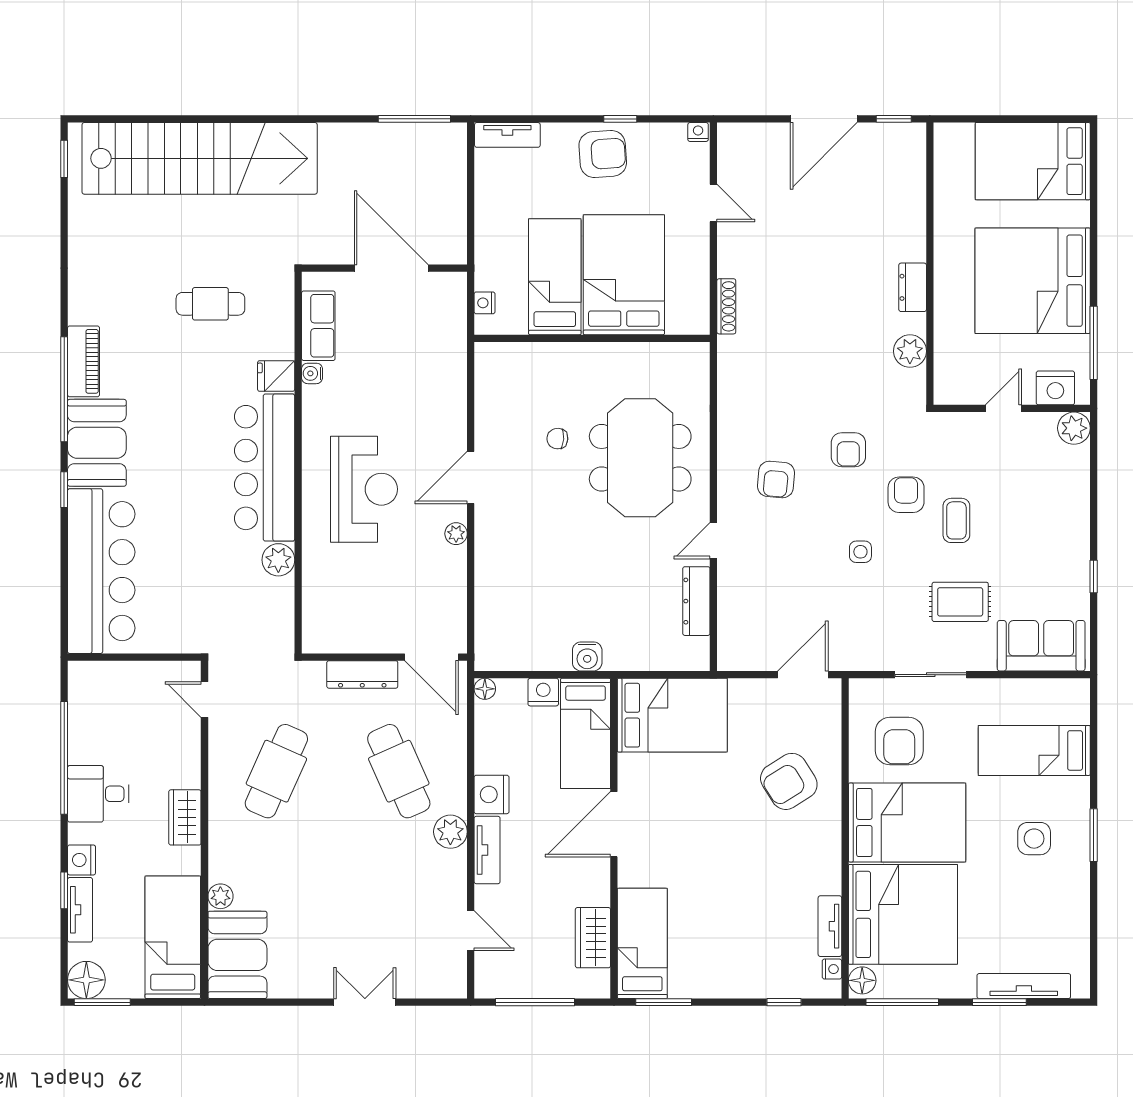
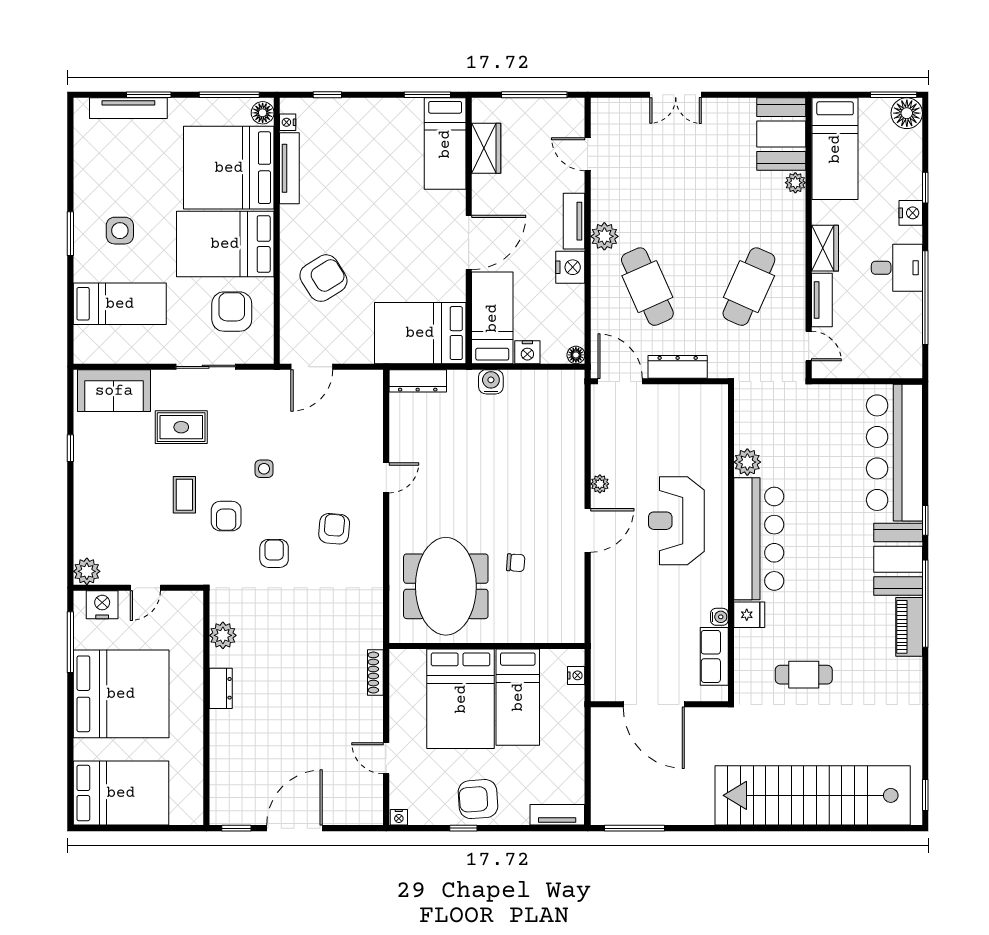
meeting table: (640, 458) -> (446, 586), moved
dresser: (696, 601) -> (418, 381), moved, turned 90
tv unit: (80, 910) -> (822, 300), moved, turned 180
tv unit: (830, 926) -> (289, 168), width x1.41

